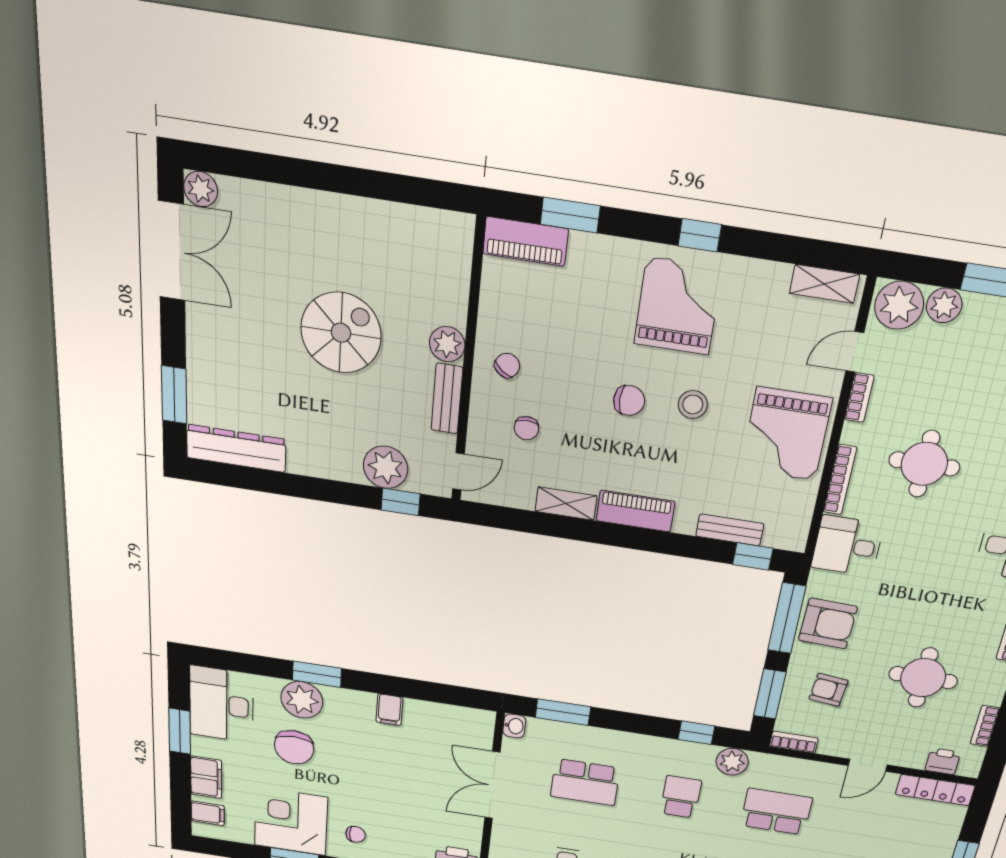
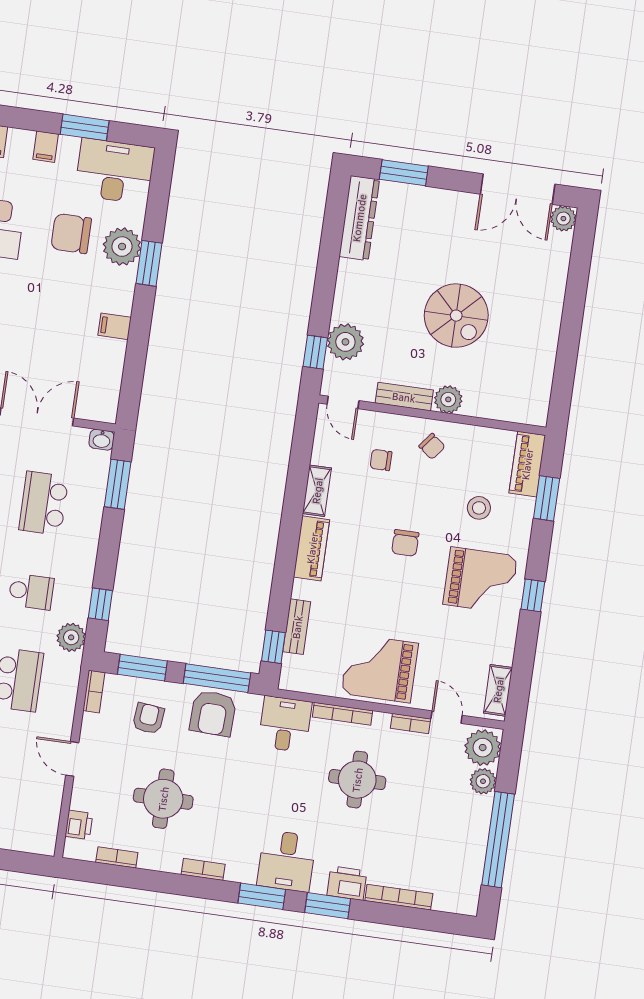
stool: (693, 405) -> (479, 508), moved
filing cabinet: (206, 777) -> (46, 147), width x0.50
locker: (935, 790) -> (48, 821), removed

